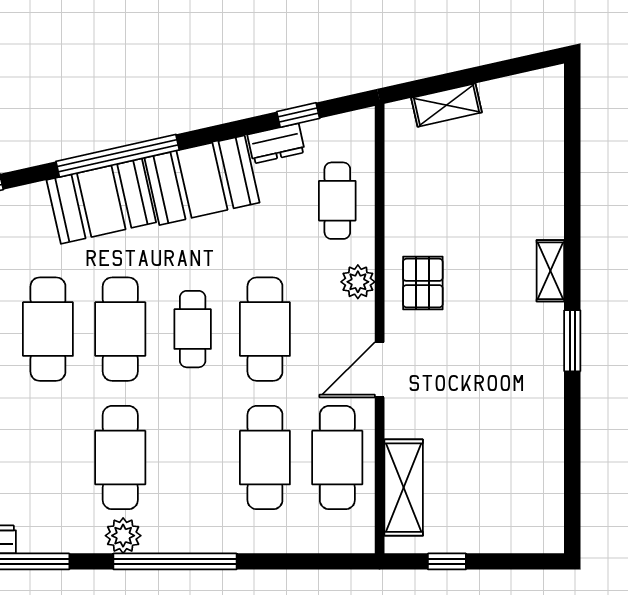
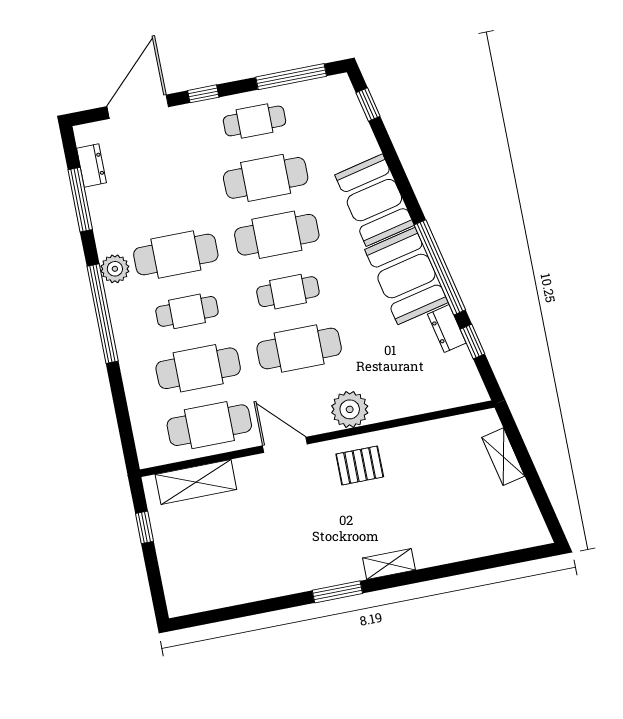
window: (118, 156) -> (440, 267), moved
cafe table: (337, 201) -> (187, 311), moved
plant: (358, 282) -> (350, 409), width x1.36, depth x1.36

